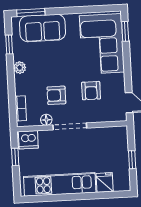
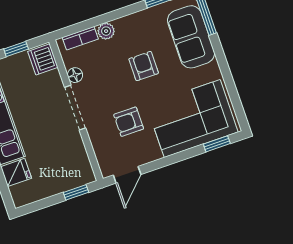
plant: (20, 68) -> (106, 31), moved
armchair: (56, 95) -> (144, 66), moved
window: (132, 160) -> (76, 192), moved

